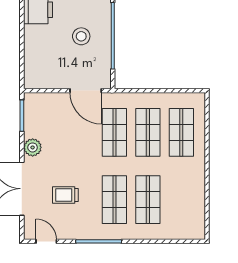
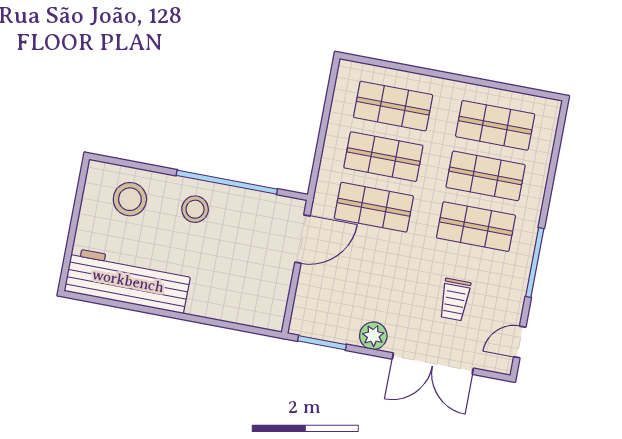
stool: (81, 36) -> (195, 209), moved
shop shelf: (181, 200) -> (495, 125), added

